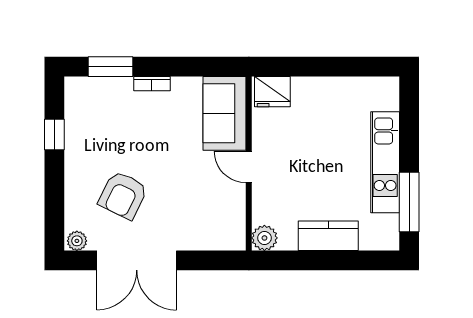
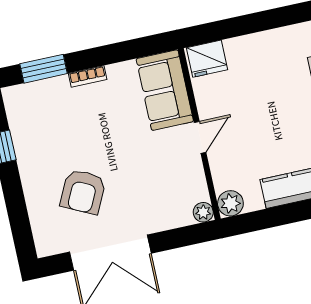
door: (249, 167) -> (200, 137), swing flipped
plant: (77, 241) -> (203, 212), moved

